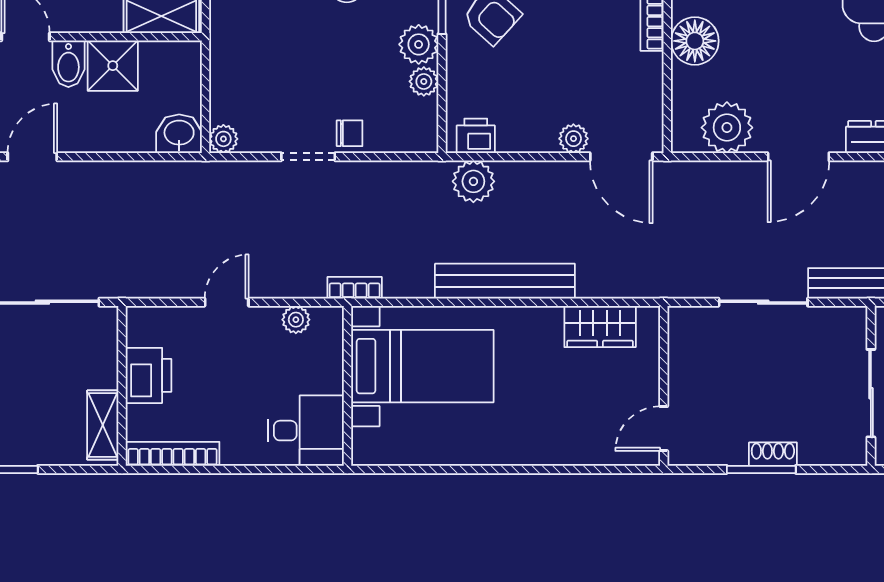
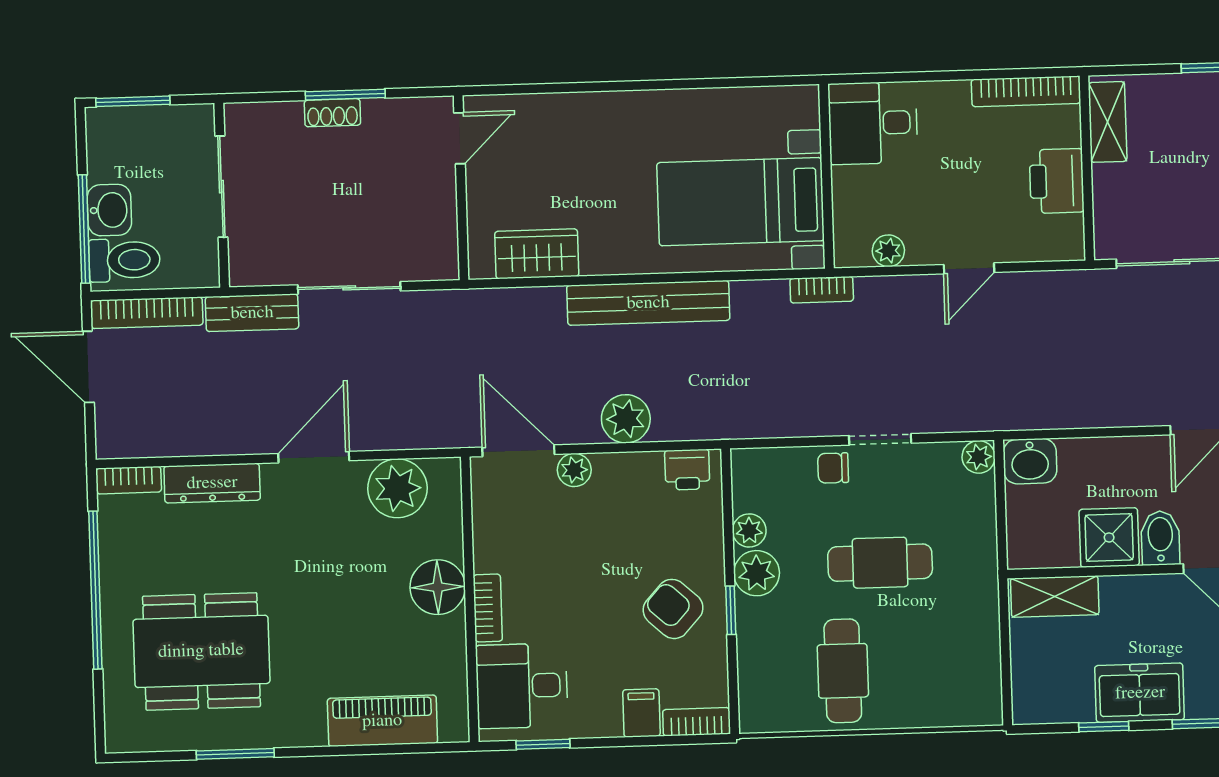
cafe table: (312, 50) -> (880, 563), added
plant: (473, 181) -> (626, 419), moved

